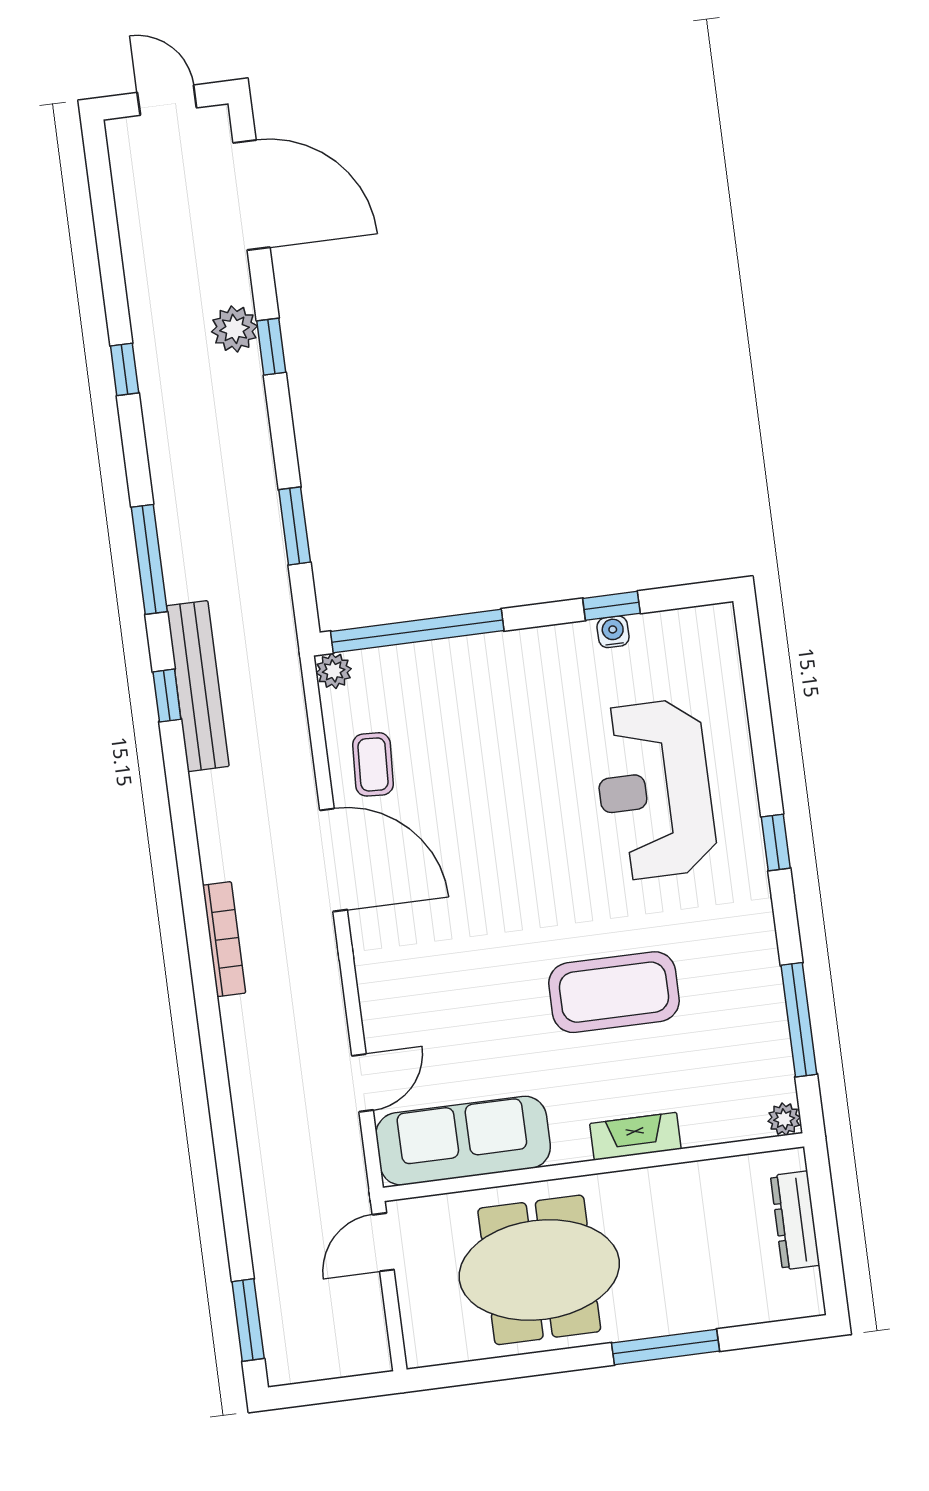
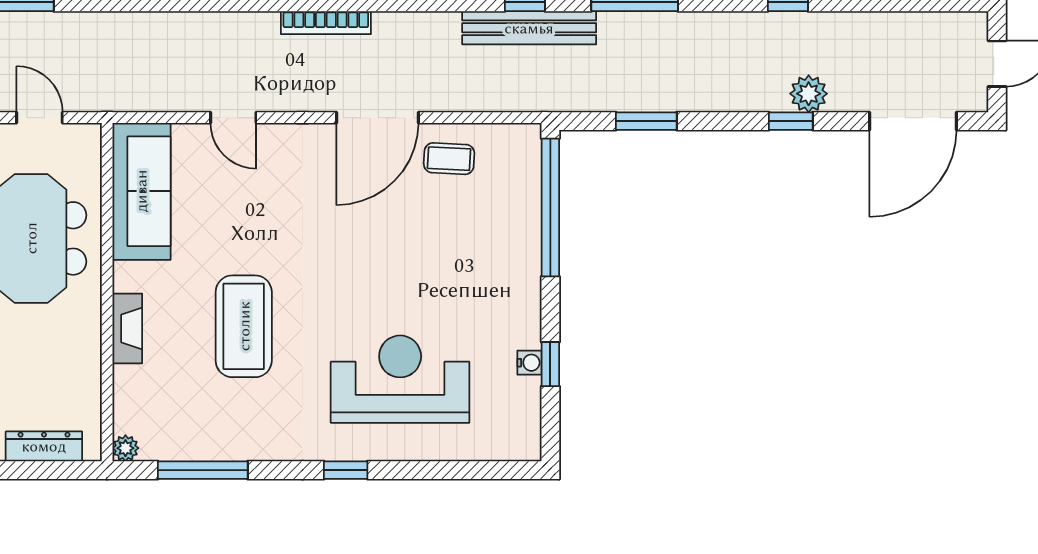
plant: (334, 671) -> (527, 137), removed
door: (362, 1083) -> (233, 118), moved
door: (383, 1242) -> (40, 118), moved

